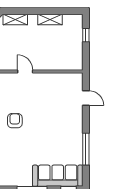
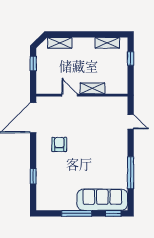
shelving: (50, 19) -> (107, 43), moved
shelving: (48, 65) -> (92, 88), added

